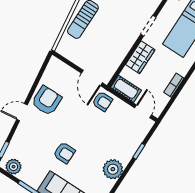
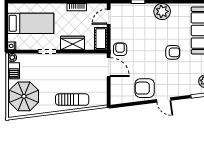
door: (92, 78) -> (109, 67), hinge flipped
armchair: (64, 153) -> (173, 52), turned 90

